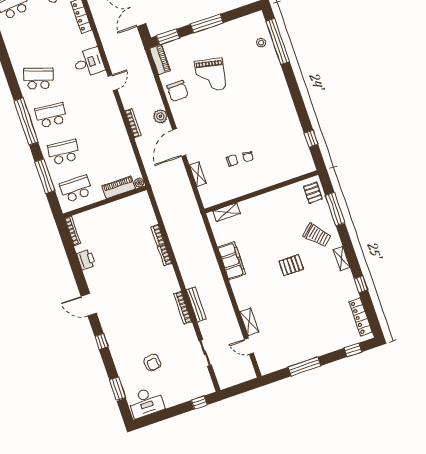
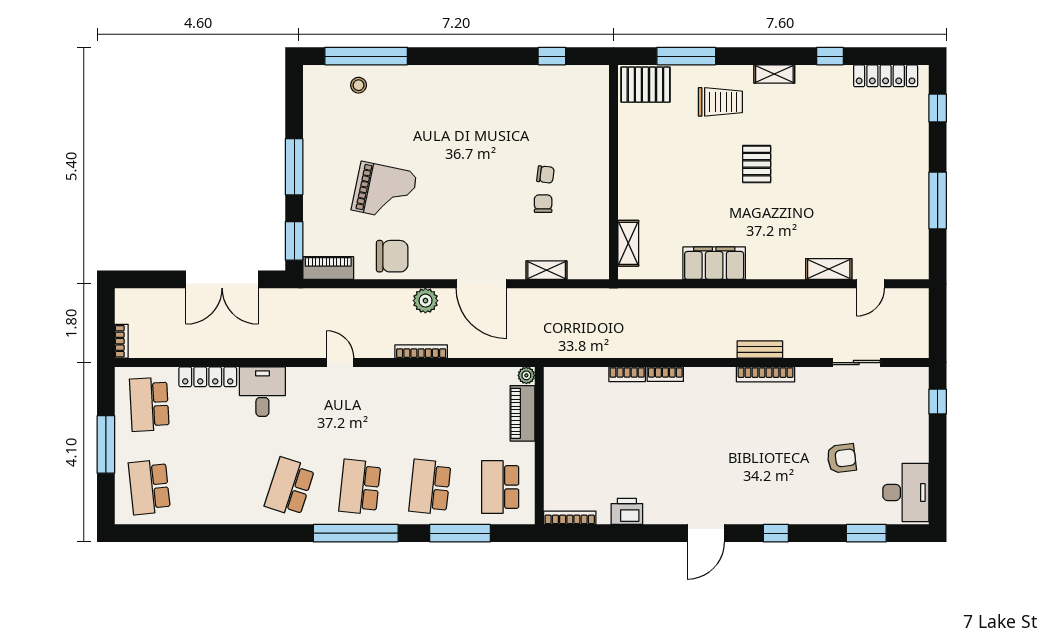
desk: (89, 62) -> (262, 392), moved
pallet: (313, 193) -> (645, 85), width x1.50, depth x1.42
trolley: (317, 235) -> (720, 102), turned 43
bench: (196, 304) -> (760, 349), width x0.73

